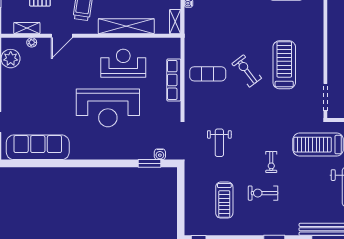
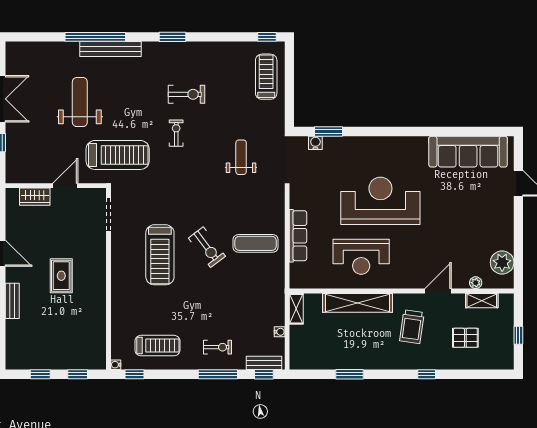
treadmill: (224, 200) -> (266, 77), moved

